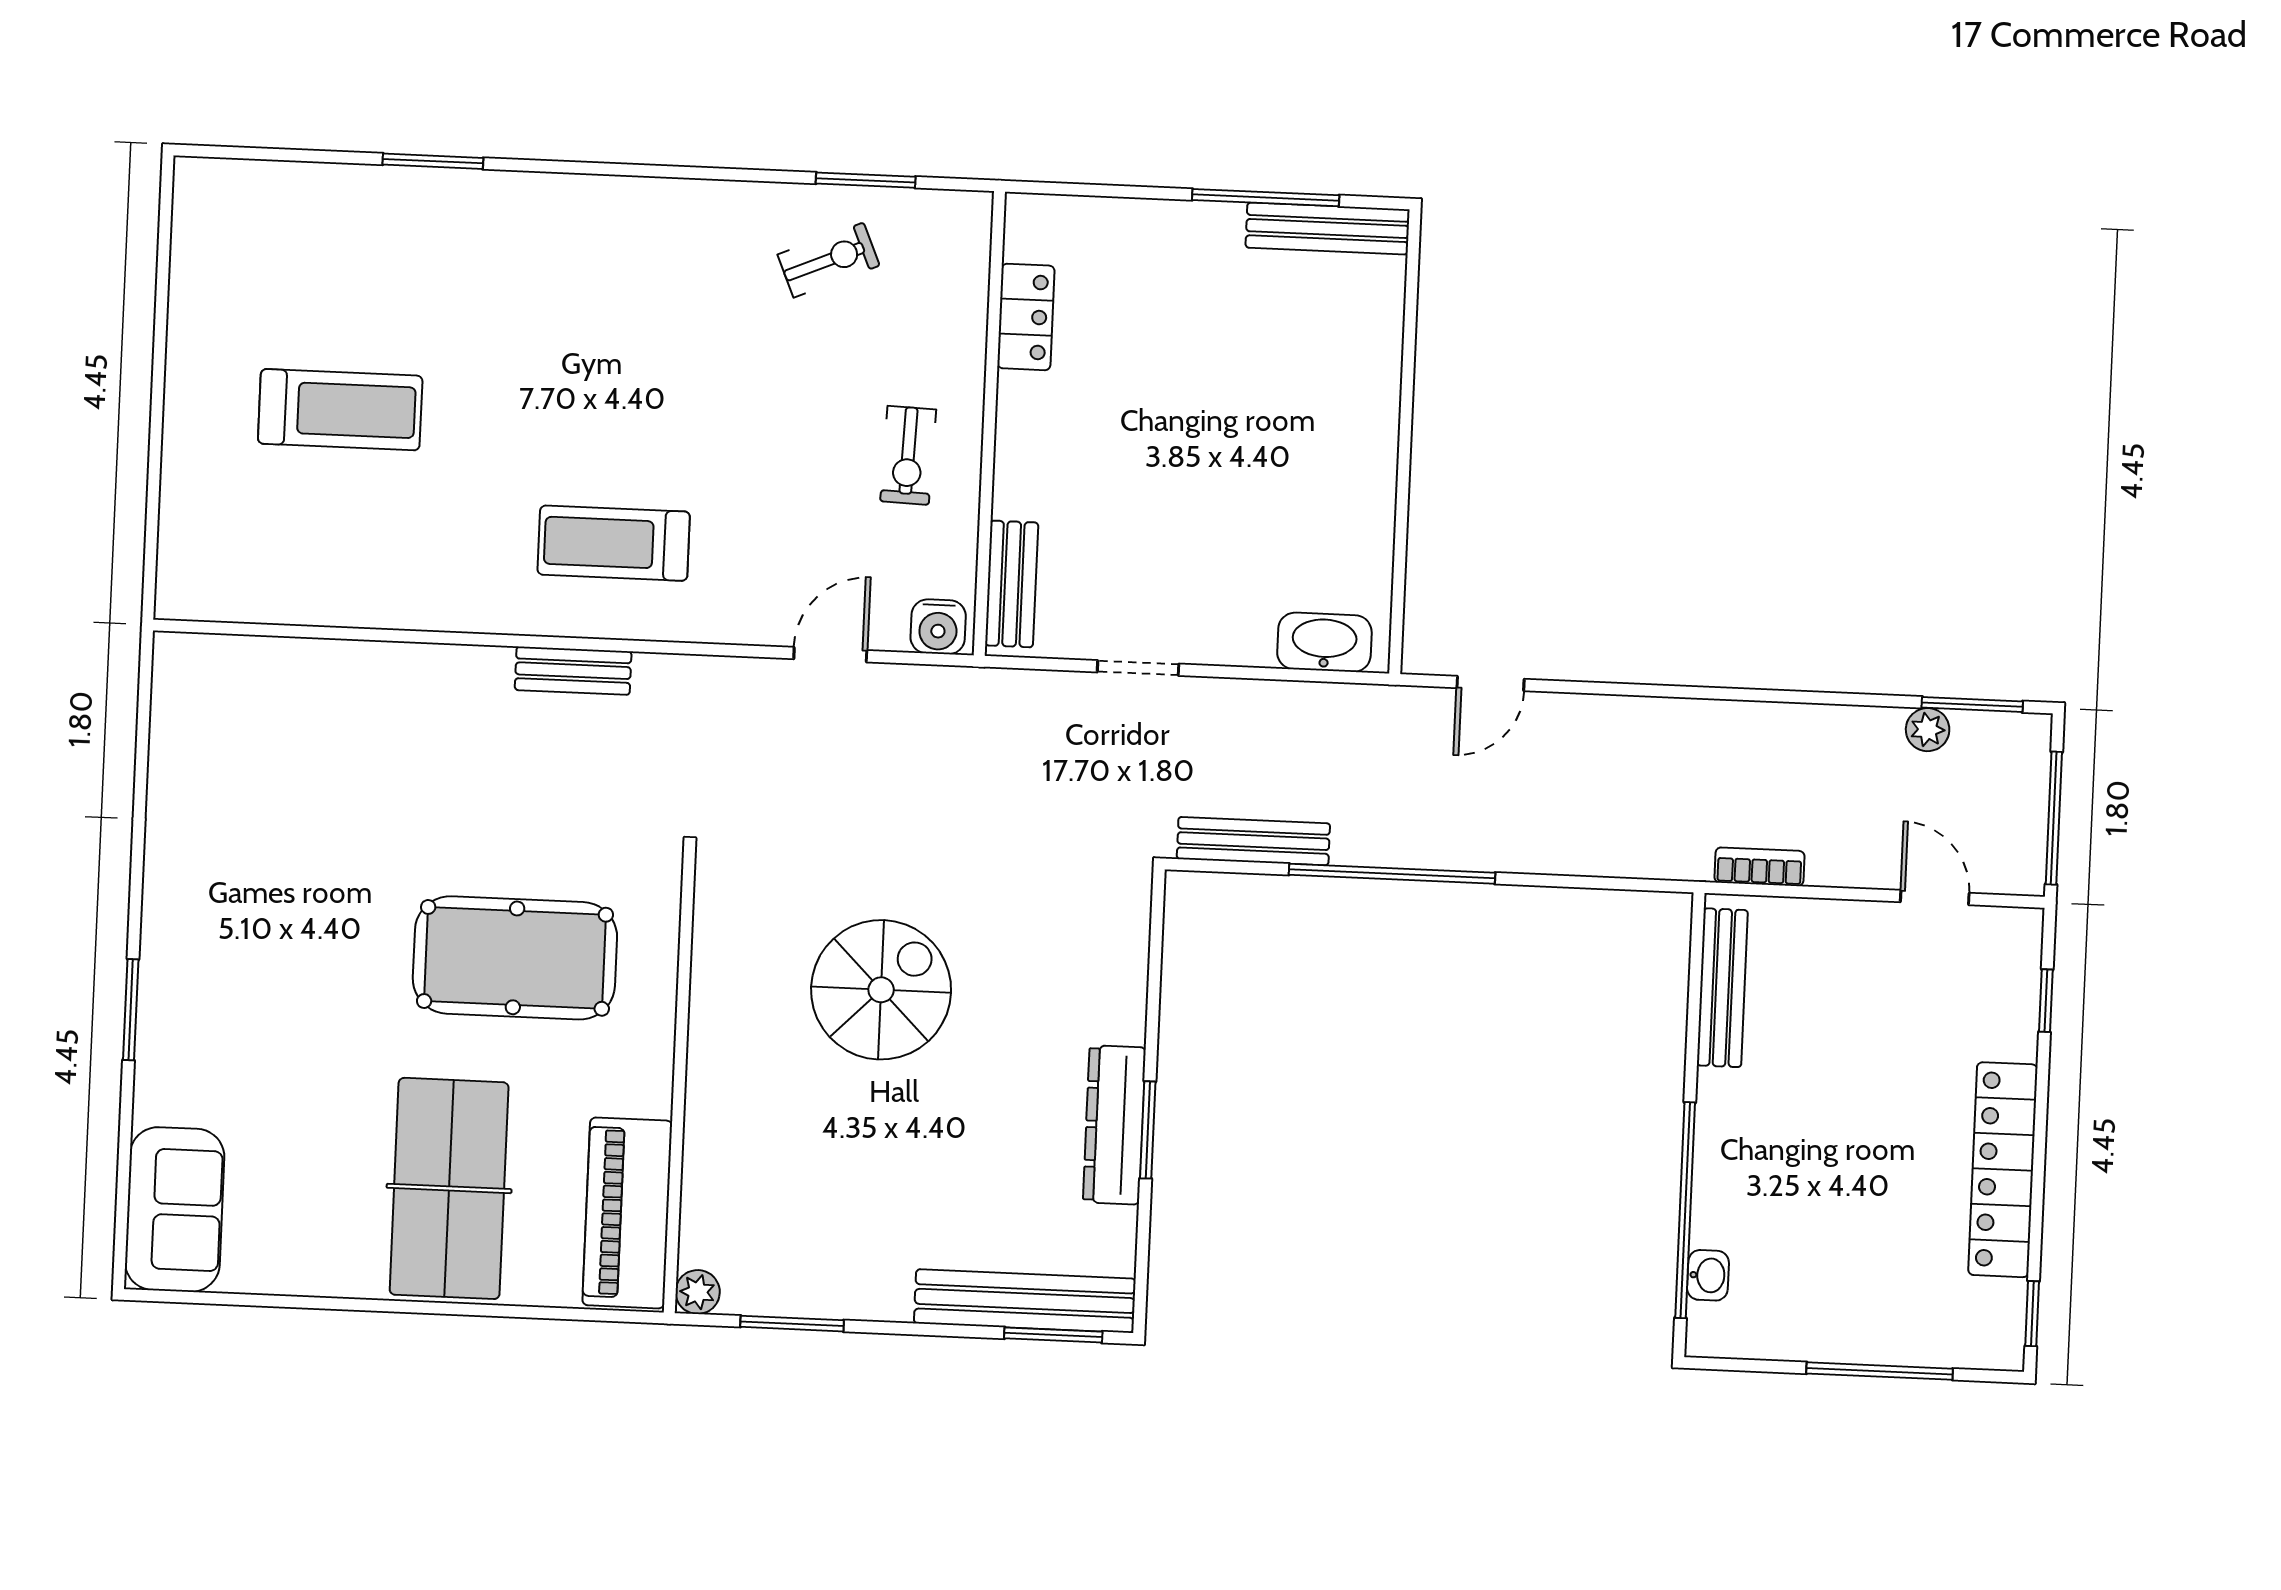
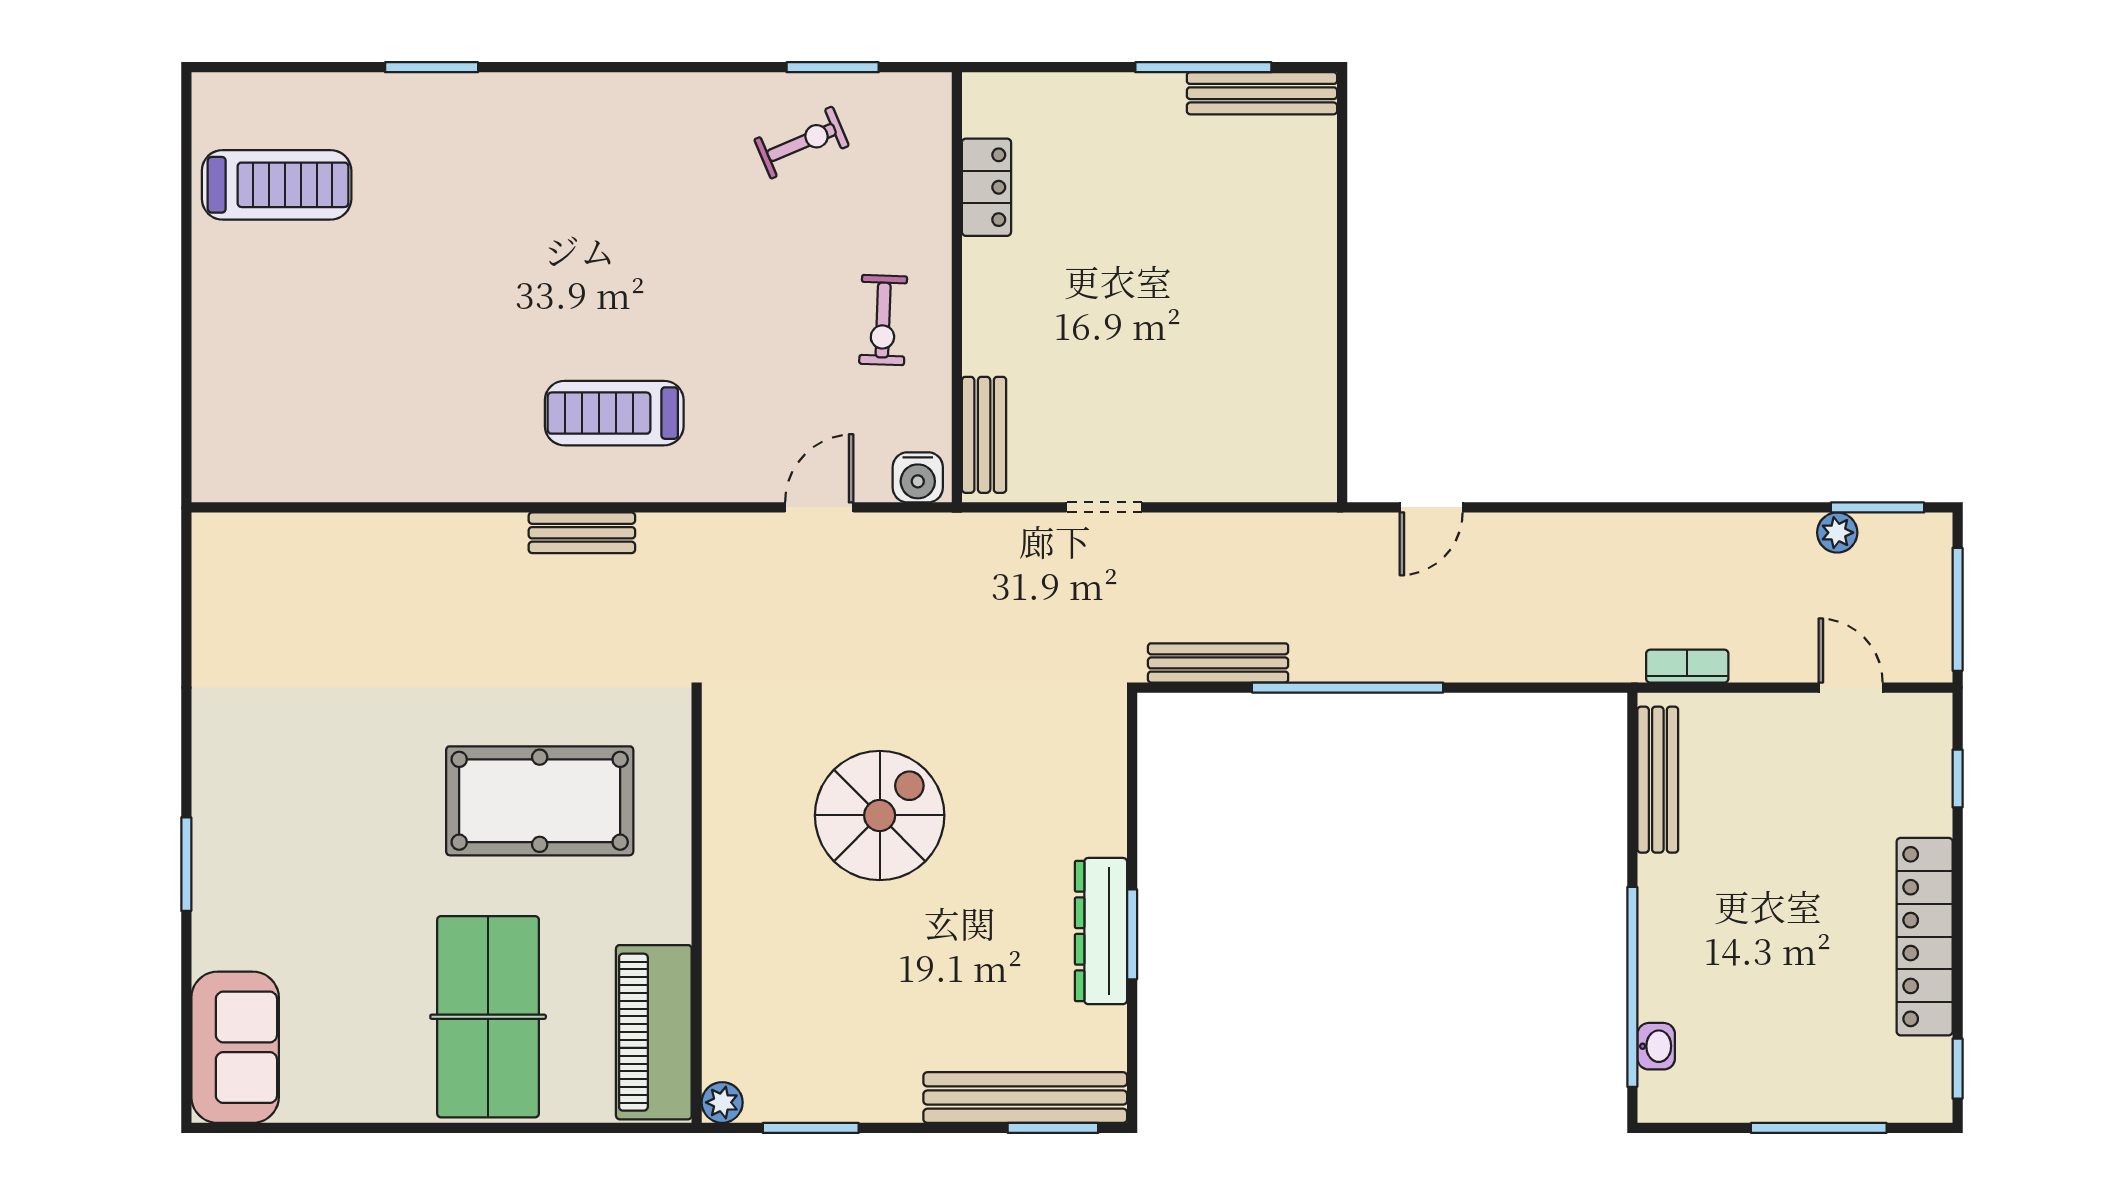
treadmill: (340, 410) -> (277, 185), moved
washbasin: (1324, 642) -> (1276, 476), removed

